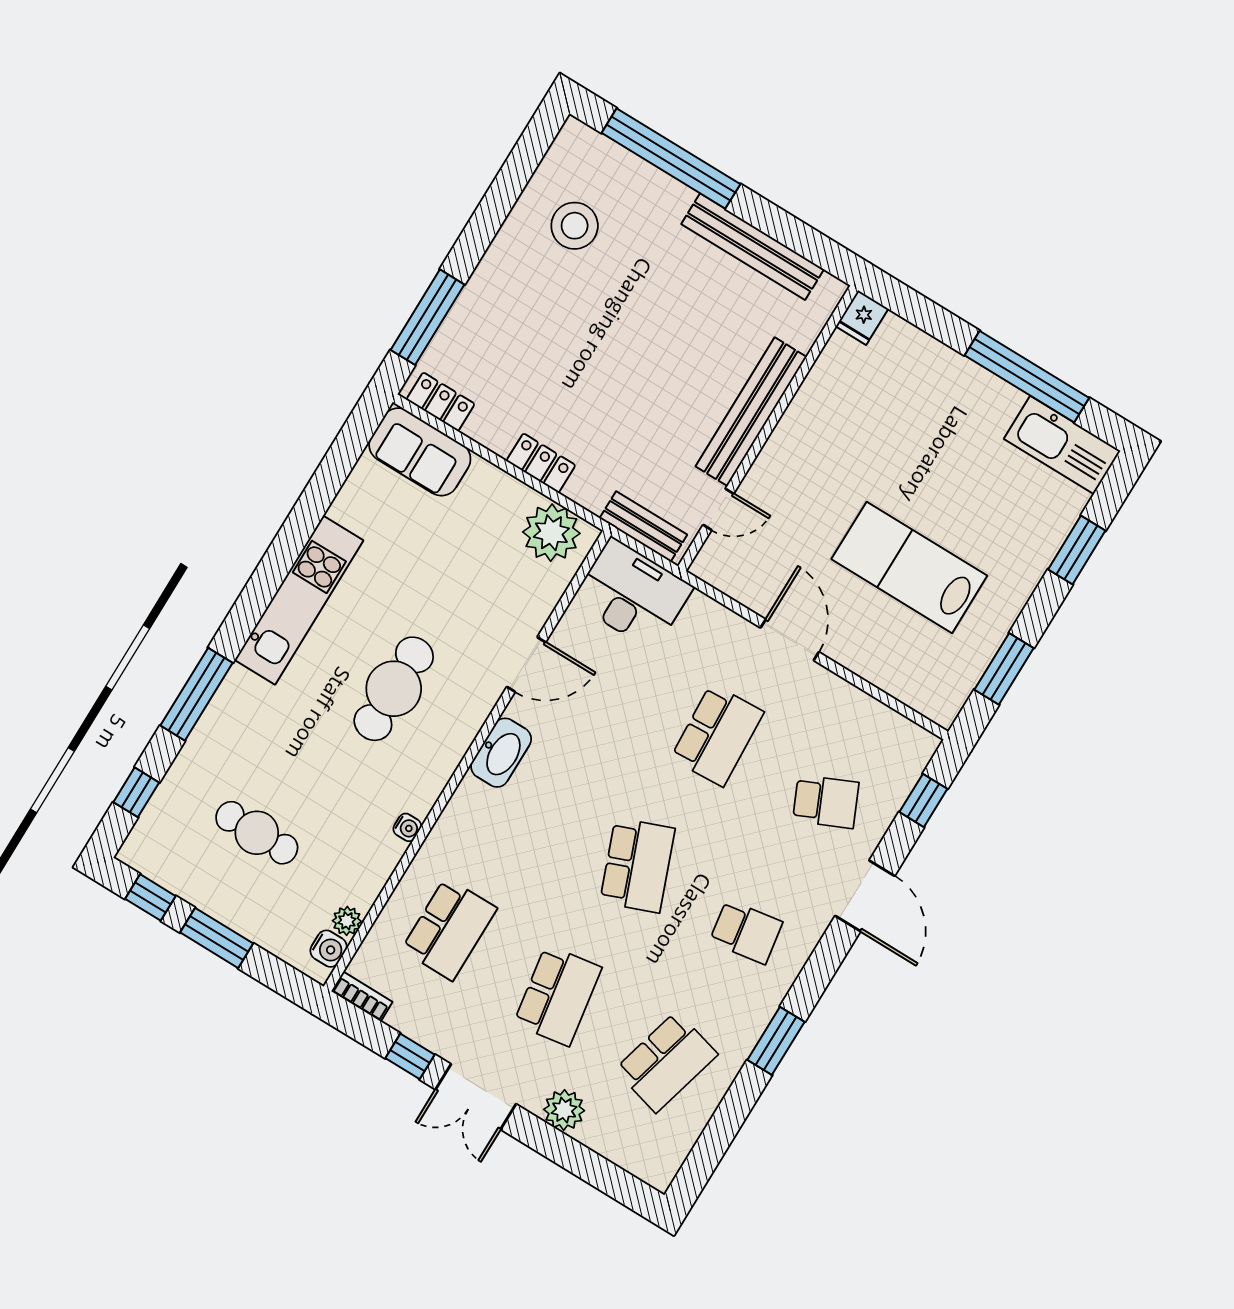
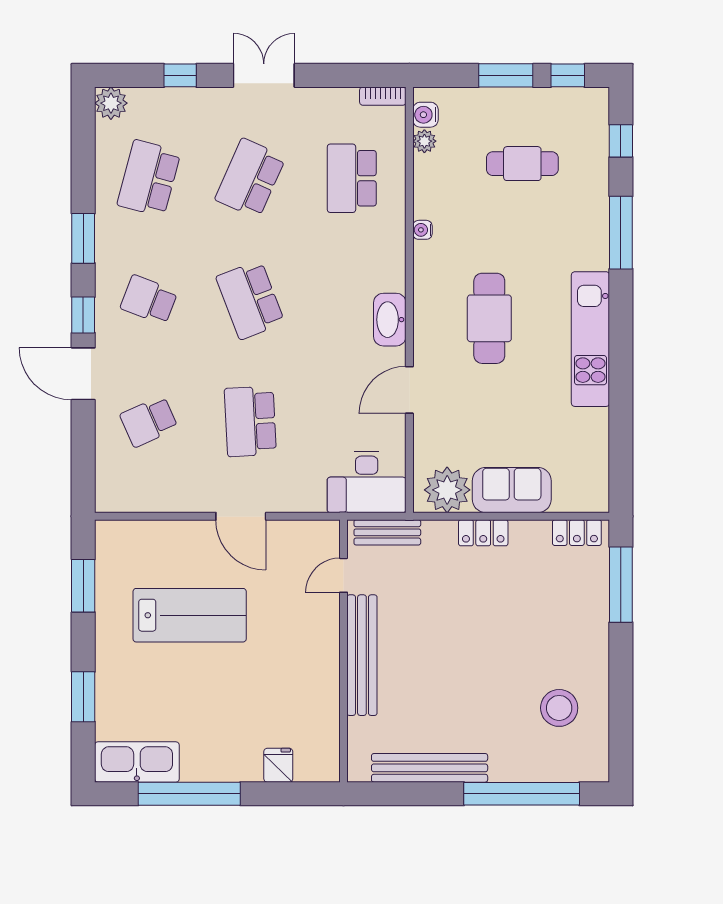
fridge: (862, 318) -> (278, 765), moved
sofa: (420, 452) -> (512, 490), moved
window: (923, 800) -> (83, 315), moved
school desk: (746, 932) -> (149, 300), turned 30
school desk: (558, 996) -> (250, 178), turned 33
window: (410, 1056) -> (180, 75), moved
plant: (564, 1110) -> (111, 103), moved

